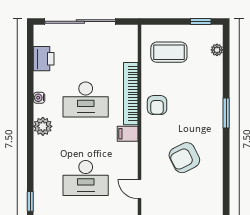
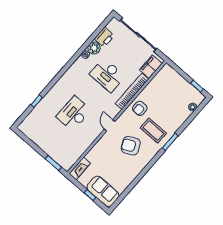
coffee table: (169, 52) -> (153, 130), moved
plant: (43, 126) -> (94, 48), moved
filing cabinet: (128, 134) -> (151, 67), moved, width x2.00
desk: (86, 178) -> (74, 113), turned 90
door: (139, 189) -> (110, 125), moved

